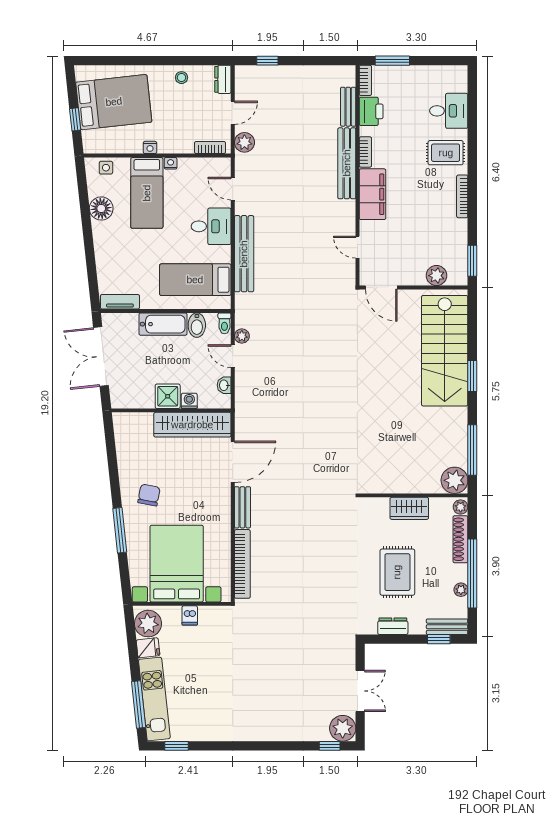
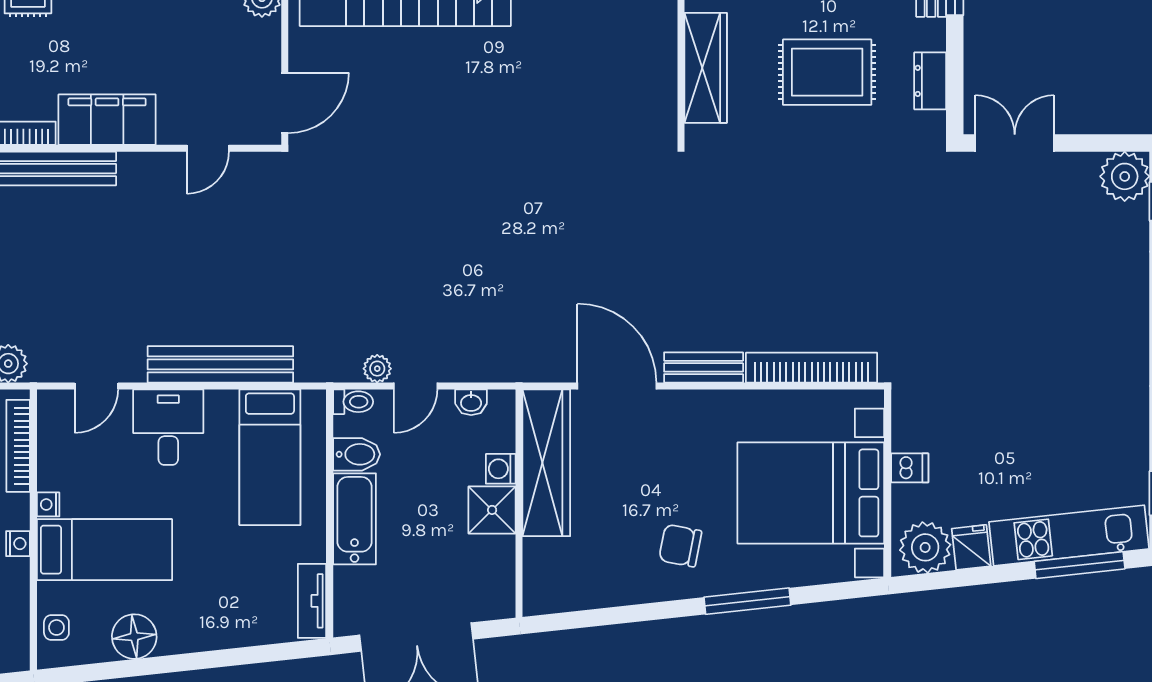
bookcase: (210, 148) -> (18, 446), width x1.56
wardrobe: (409, 508) -> (706, 68), width x1.50
double door: (360, 691) -> (1015, 143), moved

